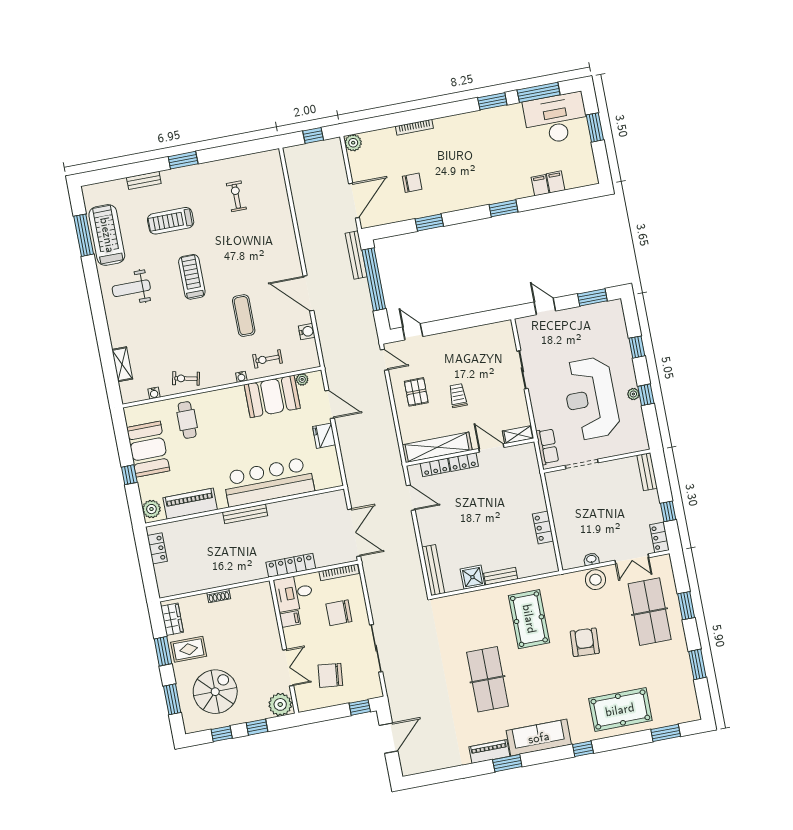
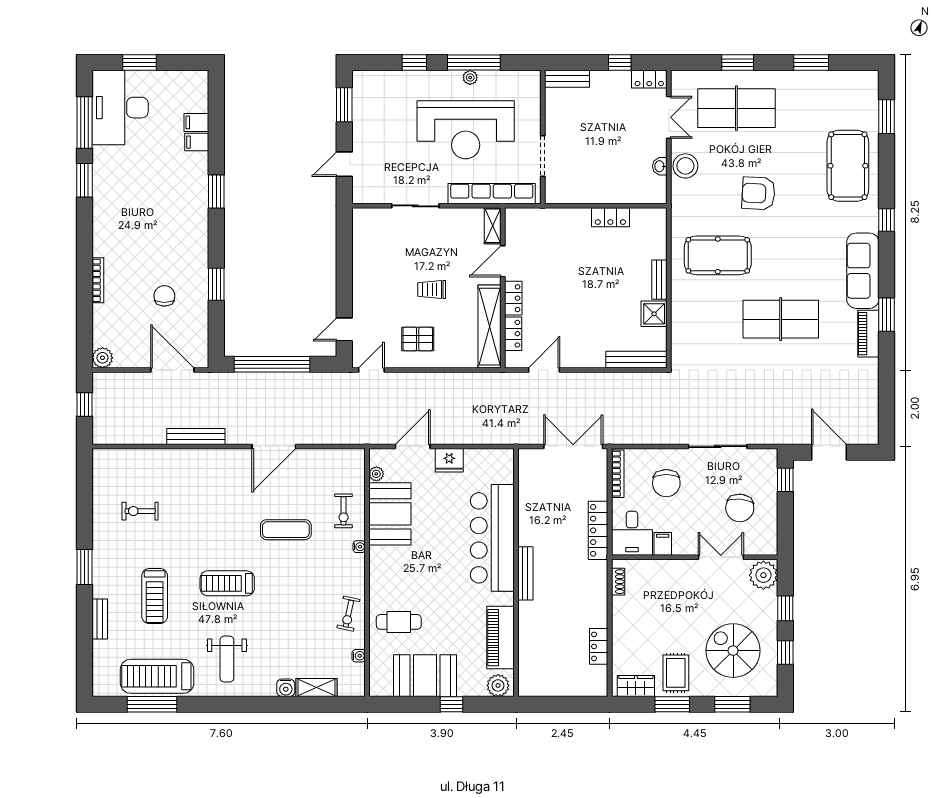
bench: (356, 255) -> (196, 436), moved
water cooler: (307, 332) -> (286, 688), moved, turned 180
window: (646, 395) -> (474, 63), width x2.17
row of seats: (547, 447) -> (492, 194), width x2.02
locker: (157, 548) -> (599, 646), moved, turned -90
shoe rack: (219, 596) -> (618, 582), moved

